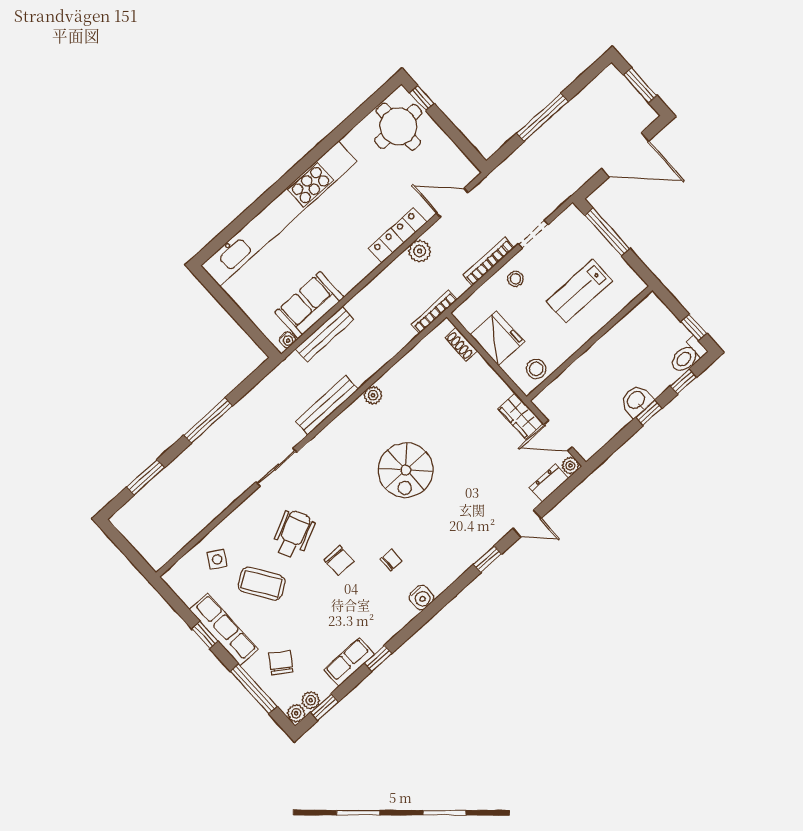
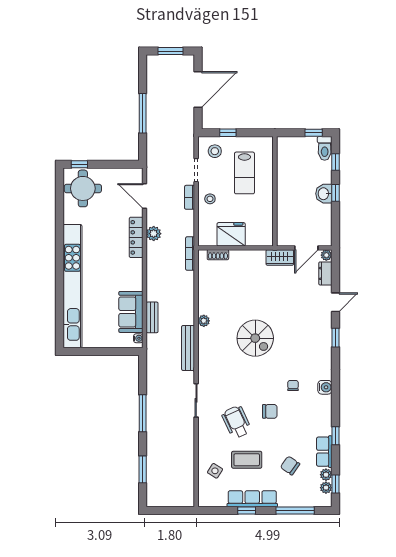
door: (452, 203) -> (144, 196), hinge flipped
window: (607, 232) -> (228, 133), width x0.46
bookcase: (489, 261) -> (190, 197), width x0.64
bench: (325, 334) -> (152, 317), width x0.73
stool: (536, 369) -> (215, 151), moved
coffee table: (262, 584) -> (247, 460), turned 33
chair: (281, 663) -> (290, 465), moved
plant: (296, 713) -> (326, 475), moved

